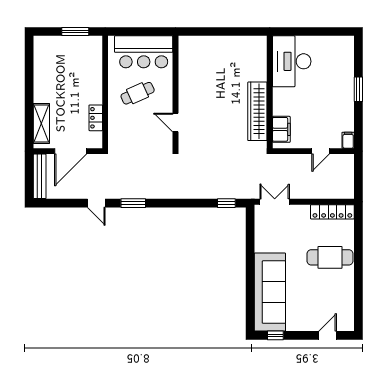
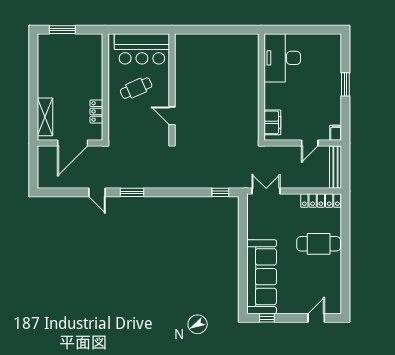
window: (75, 32) -> (62, 30), moved
wardrobe: (257, 111) -> (250, 105), removed
bench: (40, 176) -> (336, 167), moved

